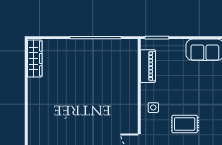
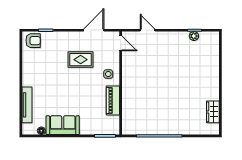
wardrobe: (35, 58) -> (213, 112), width x0.67
piano: (148, 66) -> (113, 101), moved

